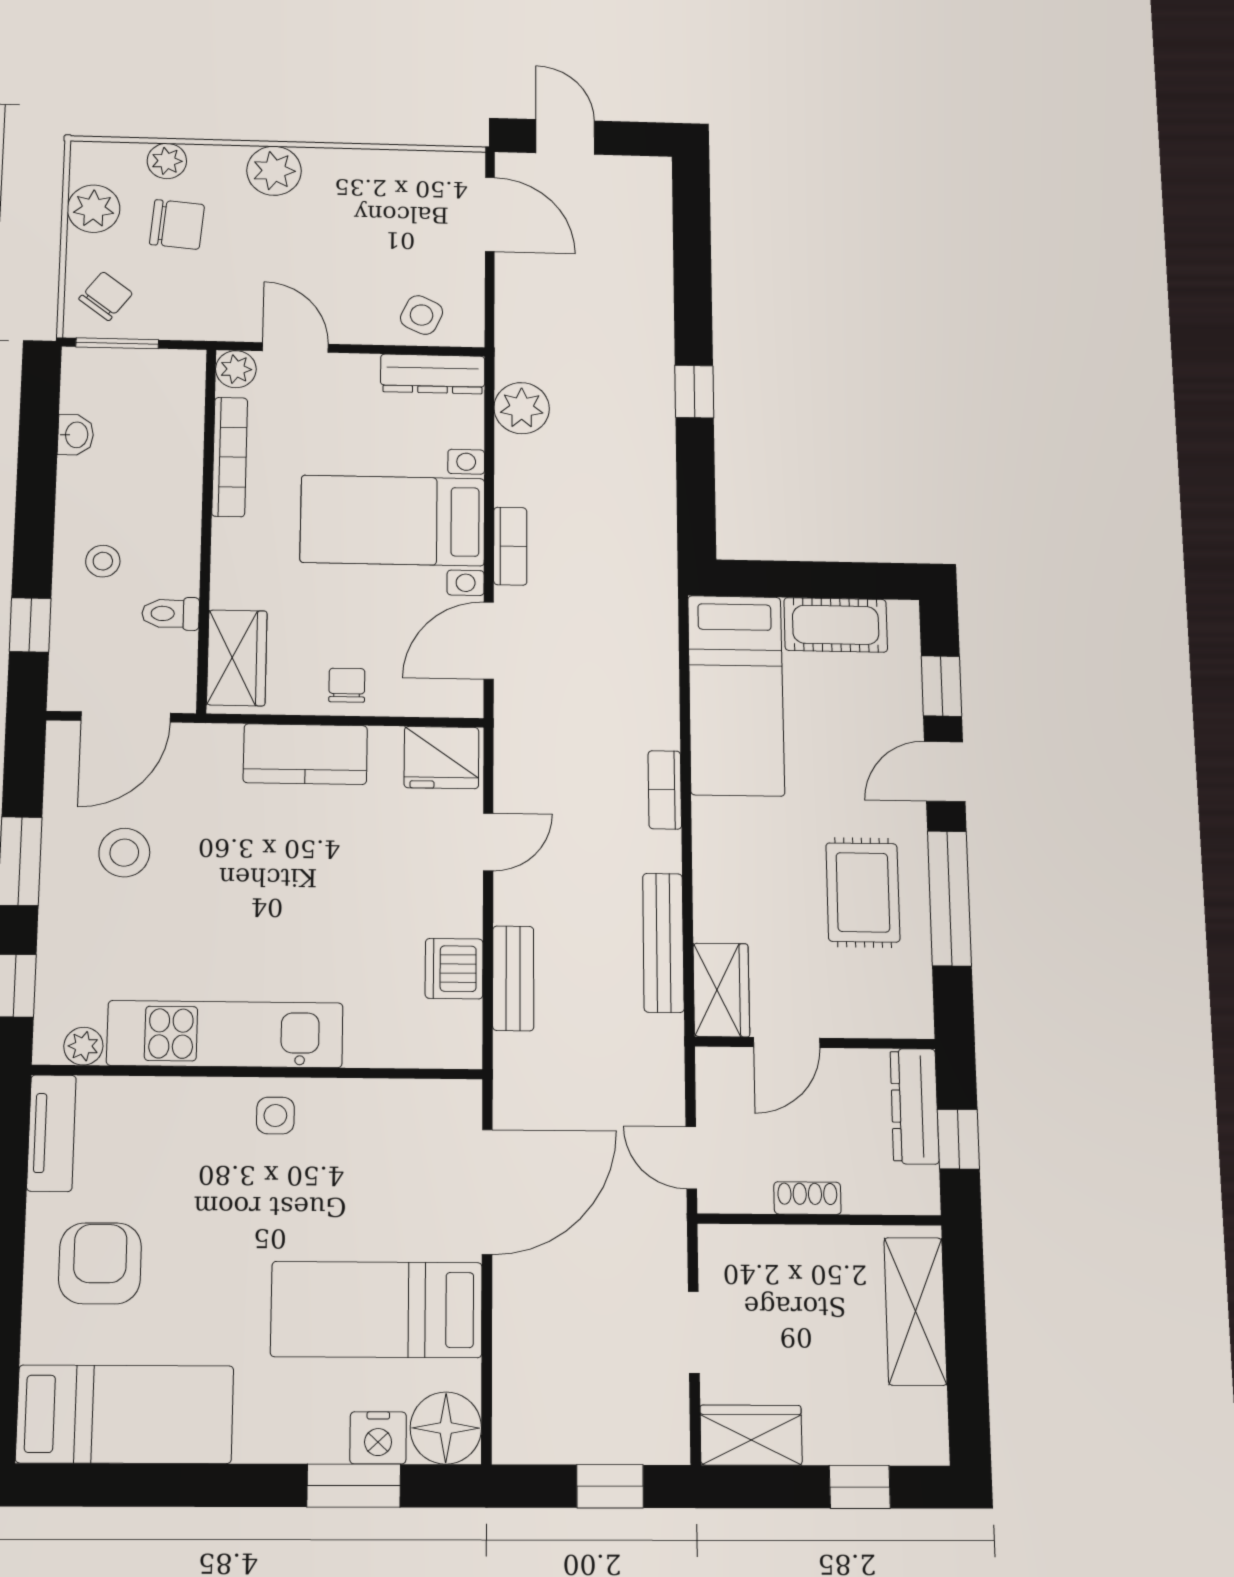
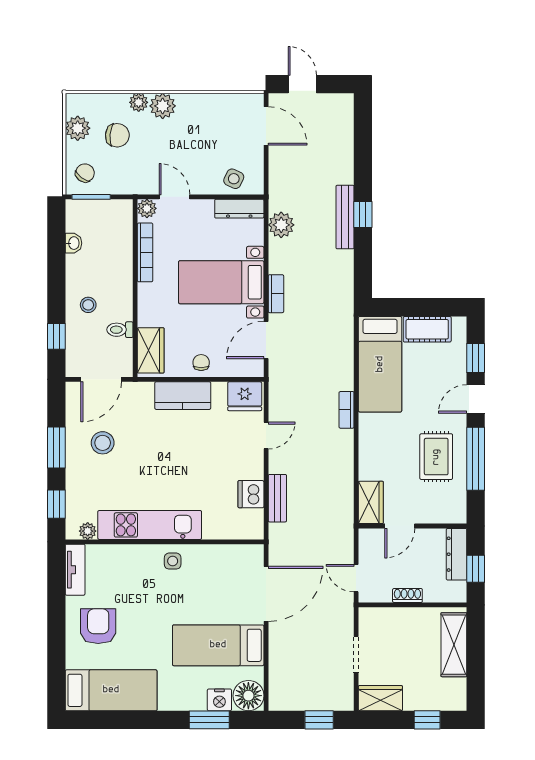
plant: (167, 161) -> (139, 102), moved
bench: (663, 943) -> (345, 217), moved

